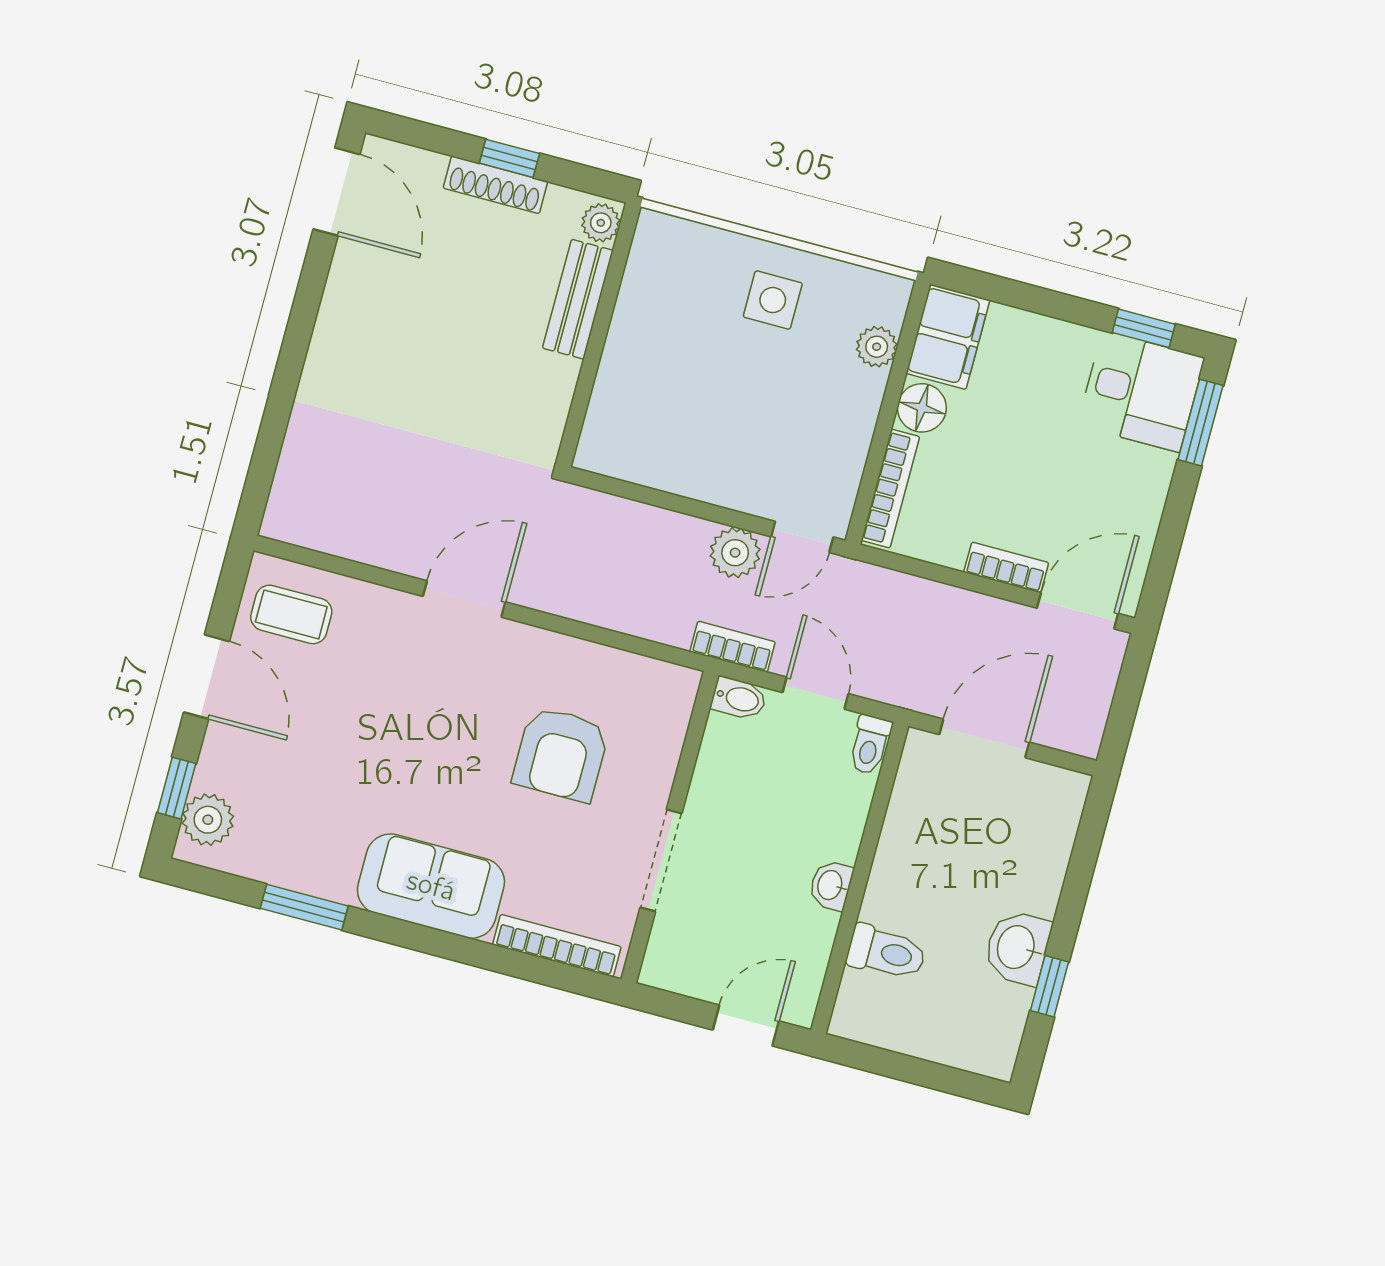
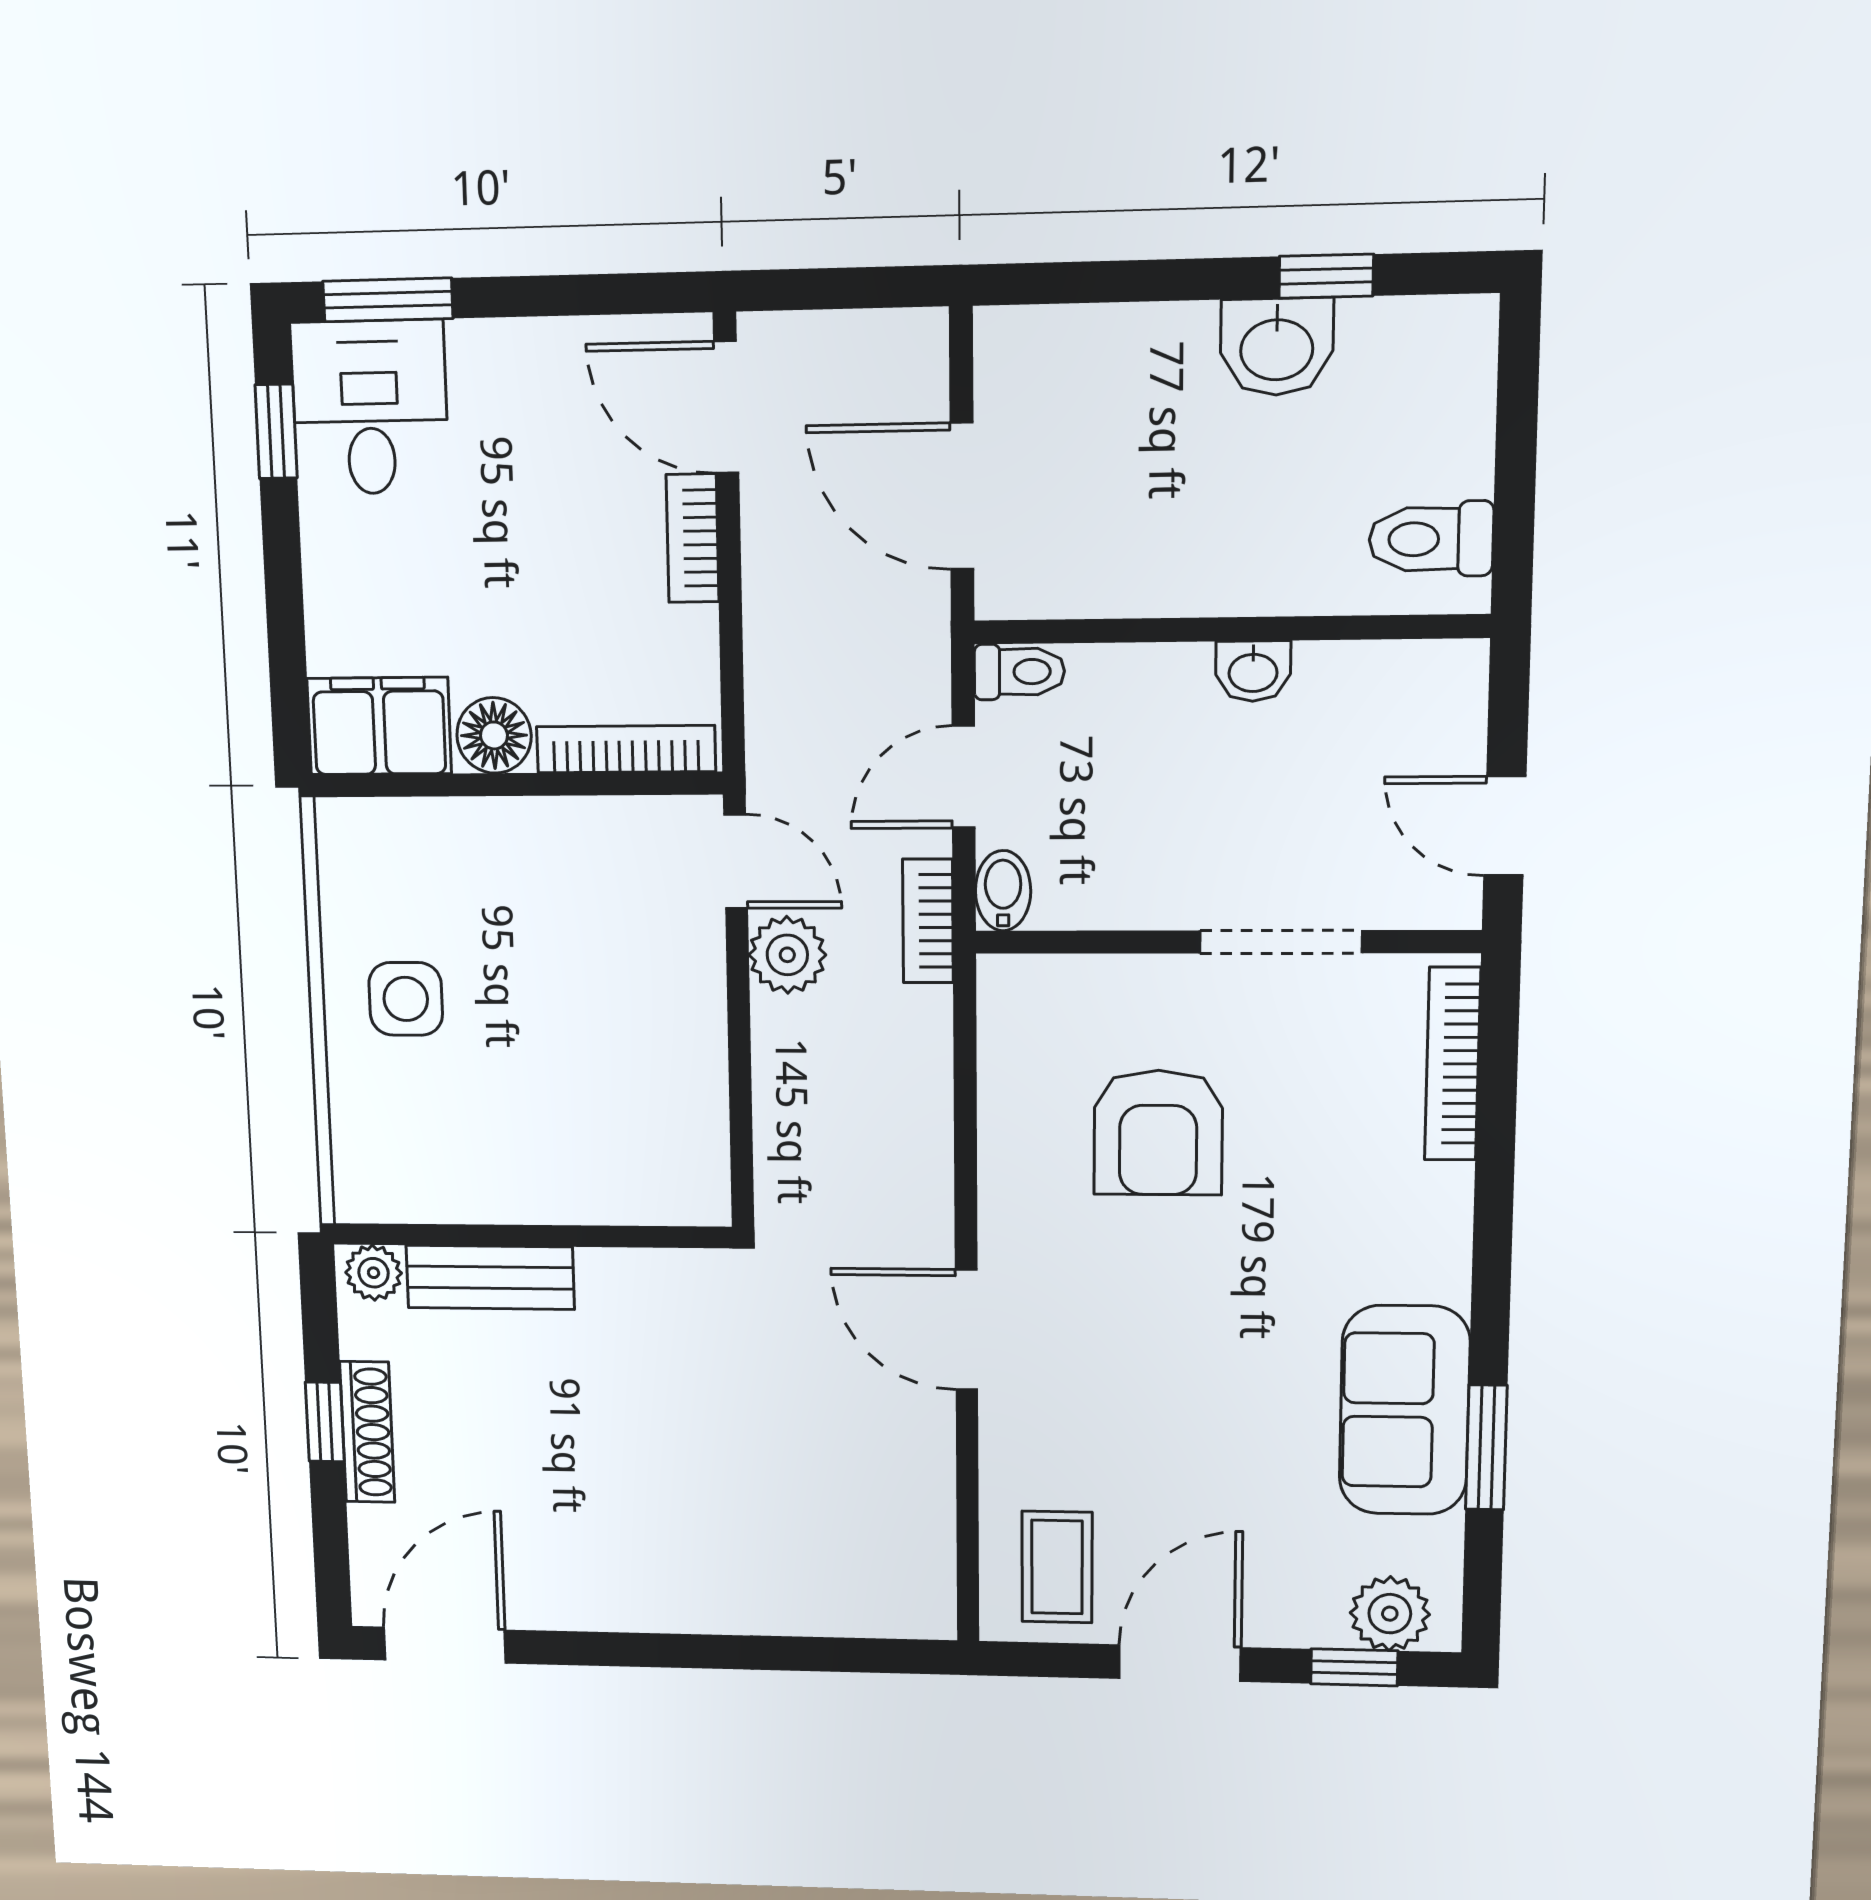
plant: (877, 347) -> (426, 828), removed
armchair: (561, 754) -> (1158, 1133), turned 90
sofa: (431, 886) -> (1404, 1410), moved
toilet: (886, 952) -> (1431, 539), moved, turned -90
door: (746, 1026) -> (1505, 826), moved

